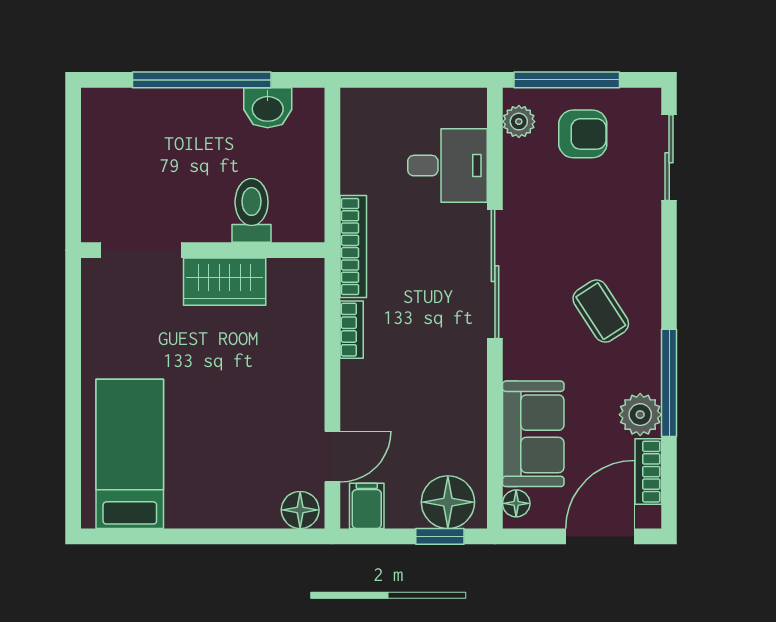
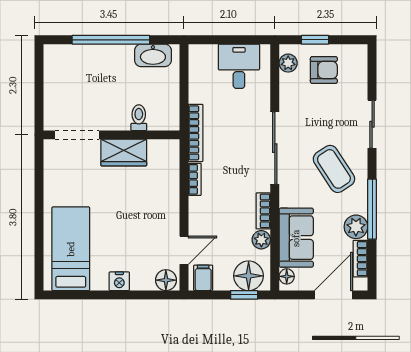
window: (567, 80) -> (315, 40), width x0.46
washbasin: (268, 108) -> (153, 55), width x1.38
sliding door: (669, 158) -> (372, 124), moved
desk: (447, 166) -> (239, 66), moved, turned -90
toilet: (252, 210) -> (139, 118), width x0.73, depth x0.72
coffee table: (601, 311) -> (334, 169), width x1.36, depth x1.30
bookcase: (474, 386) -> (263, 211), added
plant: (471, 438) -> (261, 240), added
nightstand: (217, 512) -> (119, 281), added

